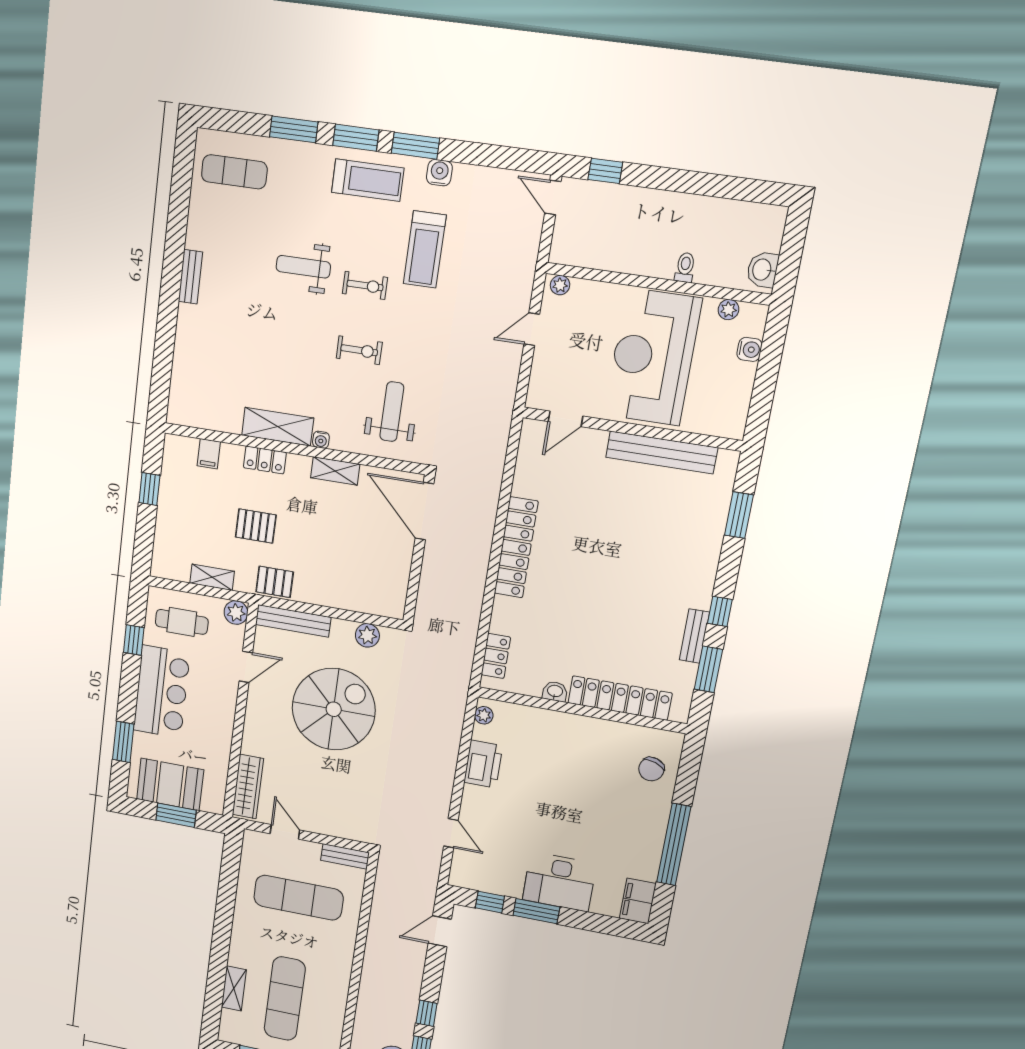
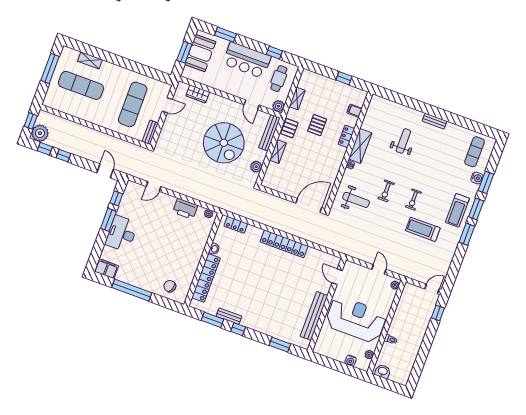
water cooler: (439, 173) -> (477, 178), moved
weight bench: (303, 267) -> (403, 141), moved
shelving: (335, 471) -> (278, 152), moved
wardrobe: (248, 787) -> (198, 94), width x0.67

